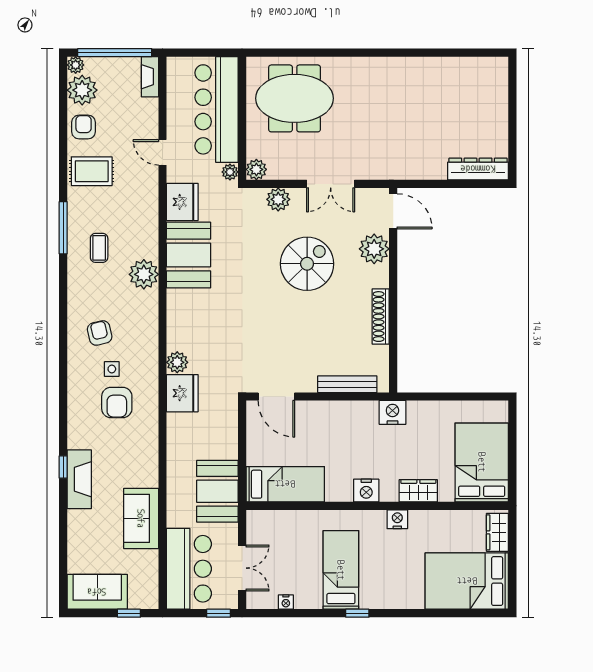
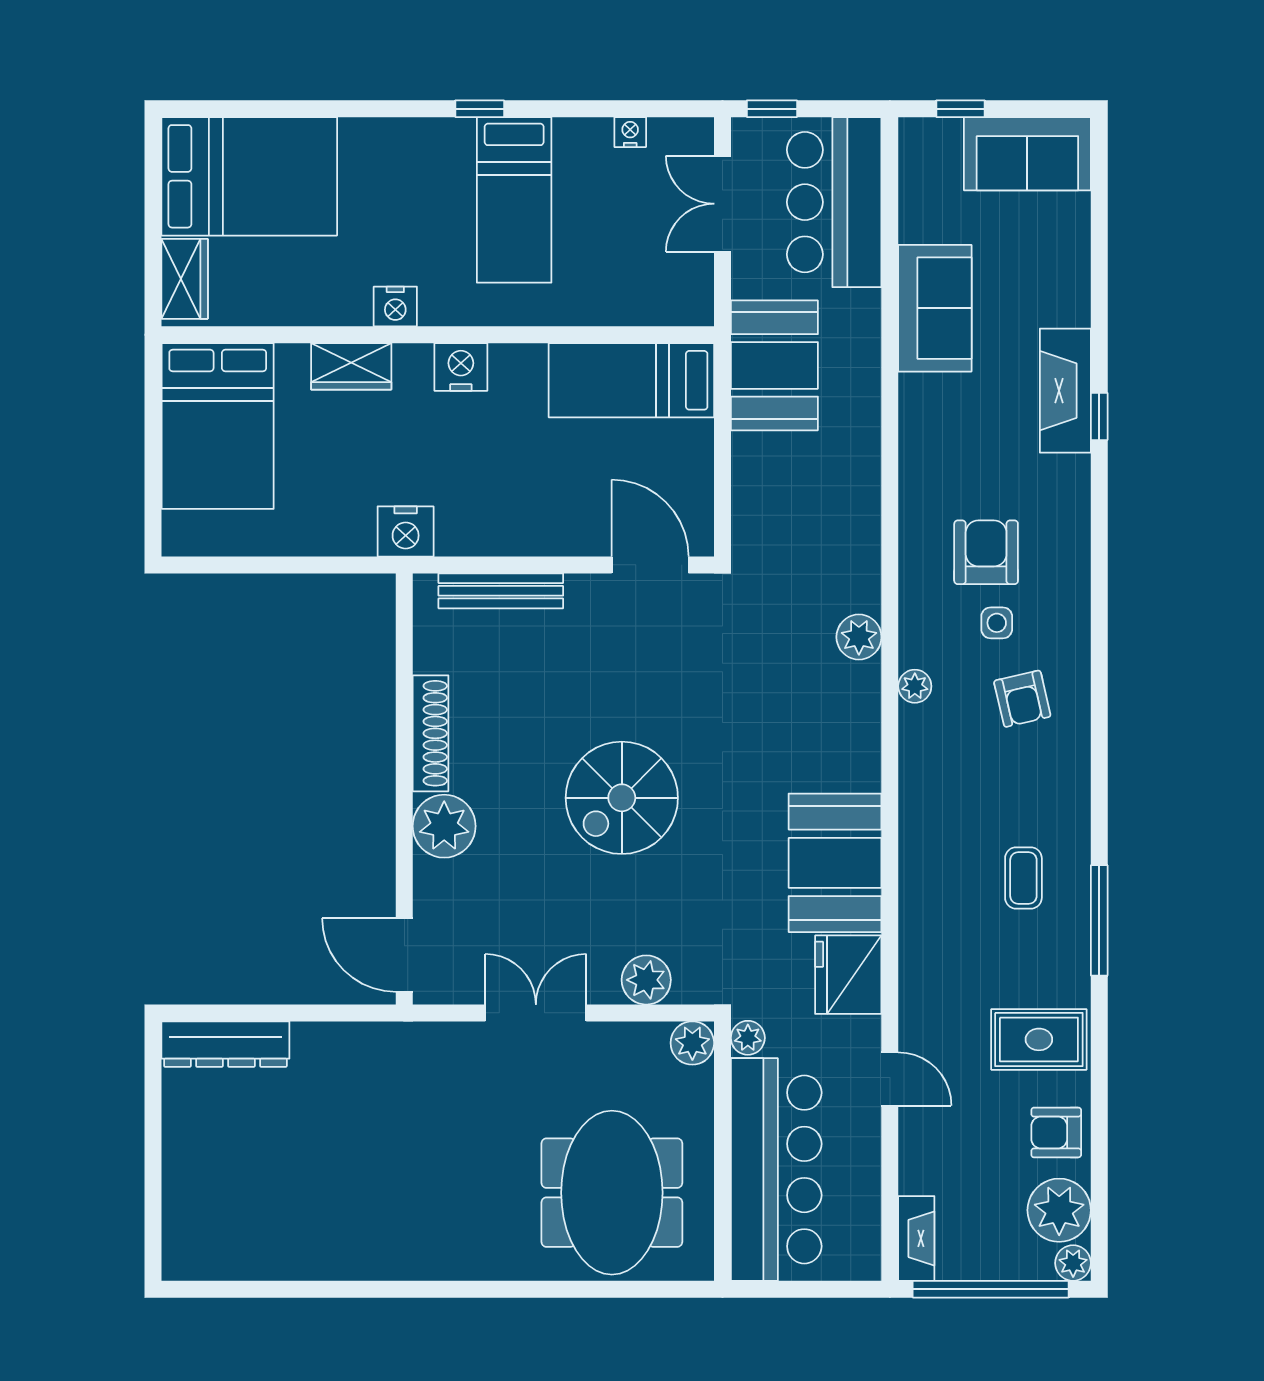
meeting table: (295, 98) -> (612, 1193), turned 90
armchair: (84, 127) -> (1056, 1132), turned 90
plant: (374, 249) -> (444, 826), moved
spiral stairs: (307, 264) -> (622, 798), moved
plant: (144, 274) -> (915, 686), moved, width x0.53, depth x0.53
fridge: (182, 393) -> (848, 572), removed

